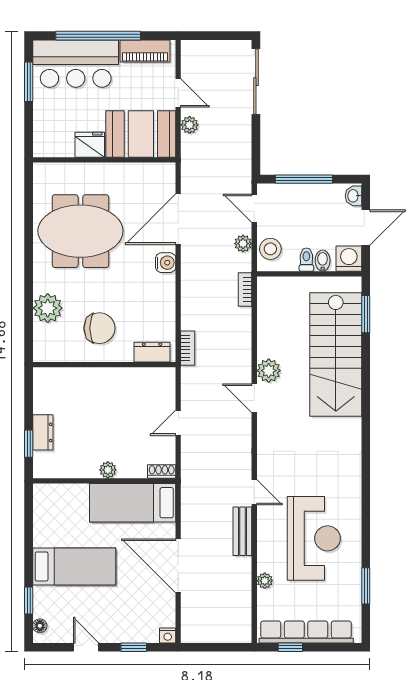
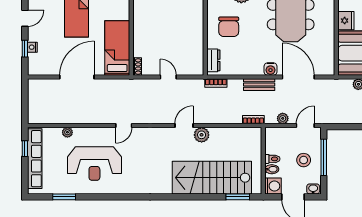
stool: (270, 249) -> (304, 160), moved
plant: (108, 470) -> (138, 32), removed
bench: (242, 531) -> (259, 85), moved
nightstand: (168, 635) -> (32, 47), moved

